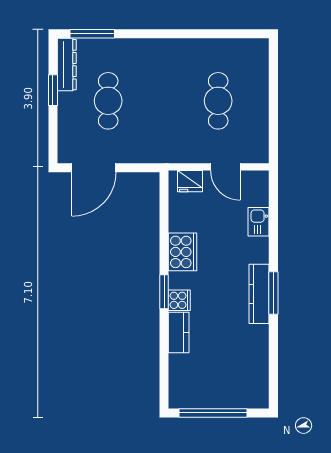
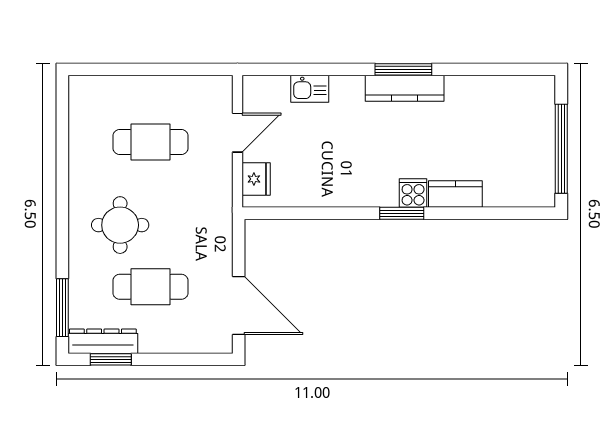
round table: (155, 78) -> (120, 225), added
window: (53, 90) -> (111, 359), moved
cooker: (182, 252) -> (349, 189), removed

